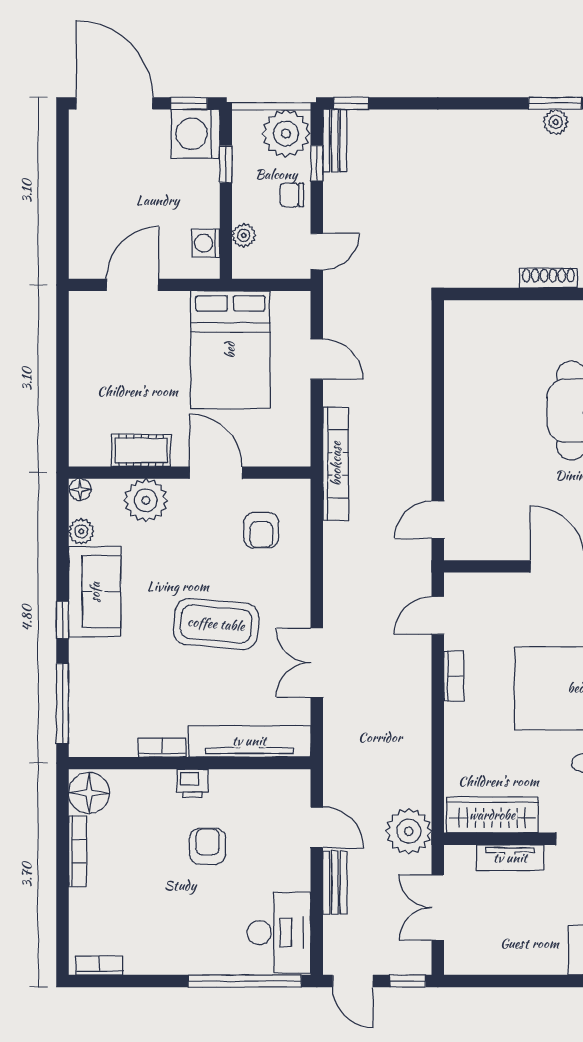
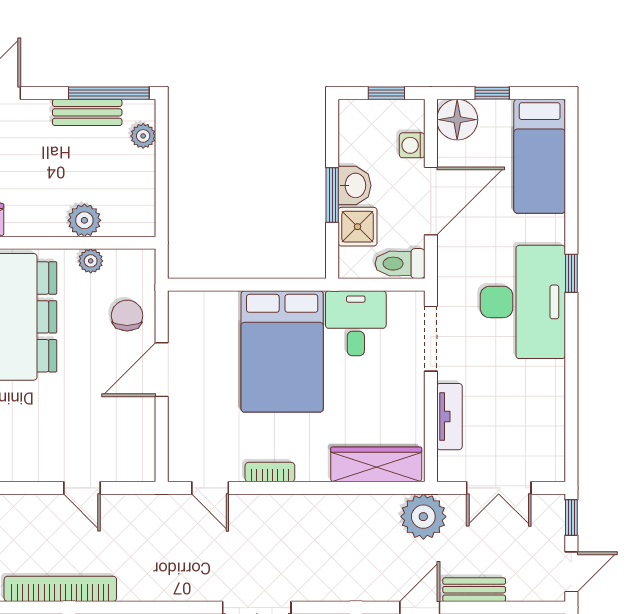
door: (438, 520) -> (82, 488), moved
wardrobe: (492, 815) -> (376, 464), moved, turned 90

